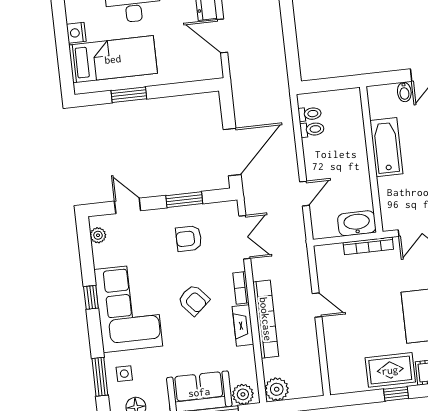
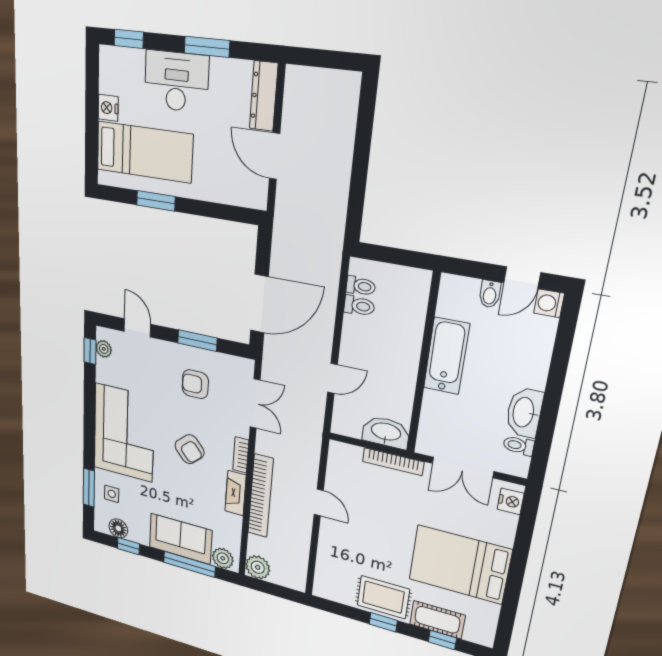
window: (91, 297) -> (90, 351), moved

